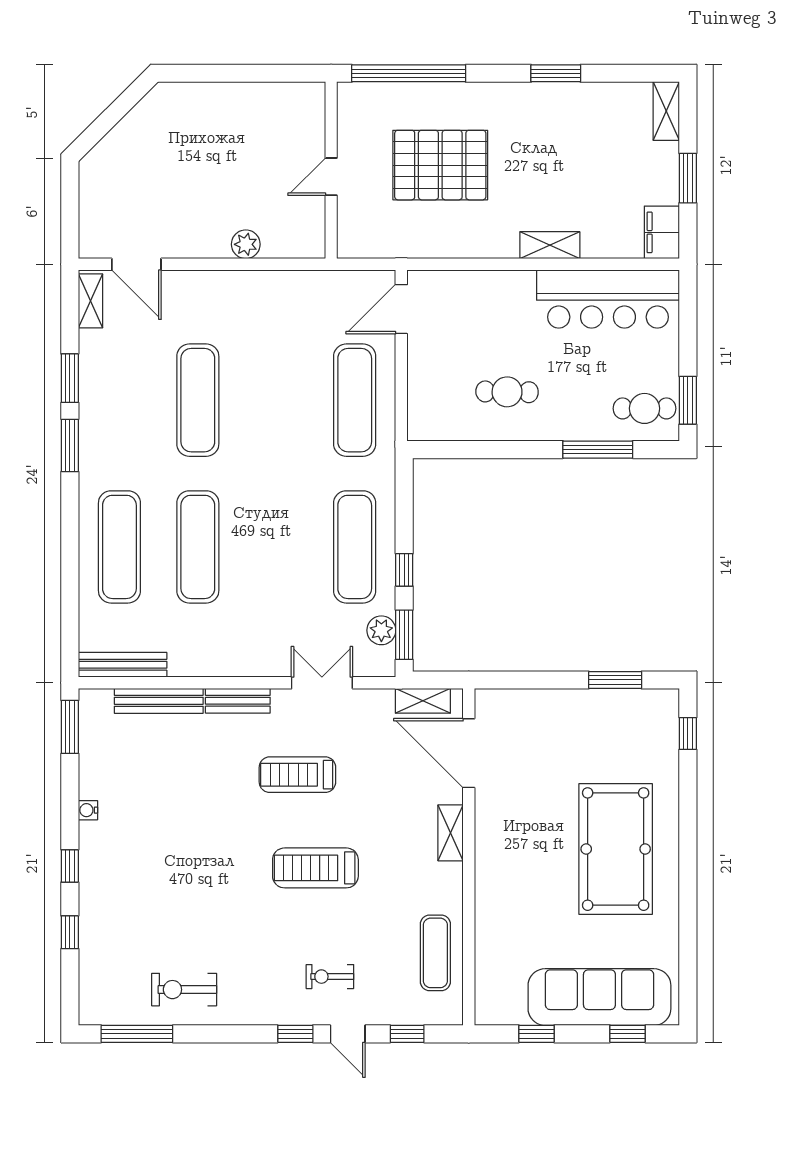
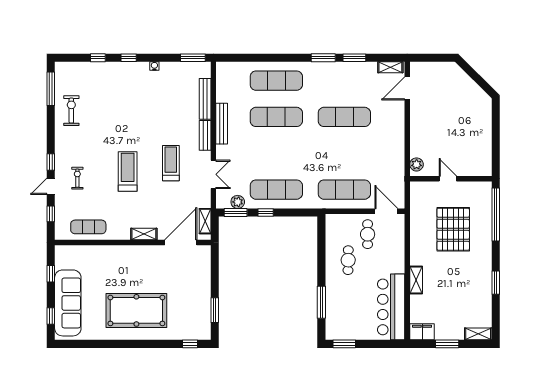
plant: (246, 244) -> (417, 164), moved
cafe table: (644, 408) -> (368, 234), moved
bench: (123, 665) -> (222, 124), moved

